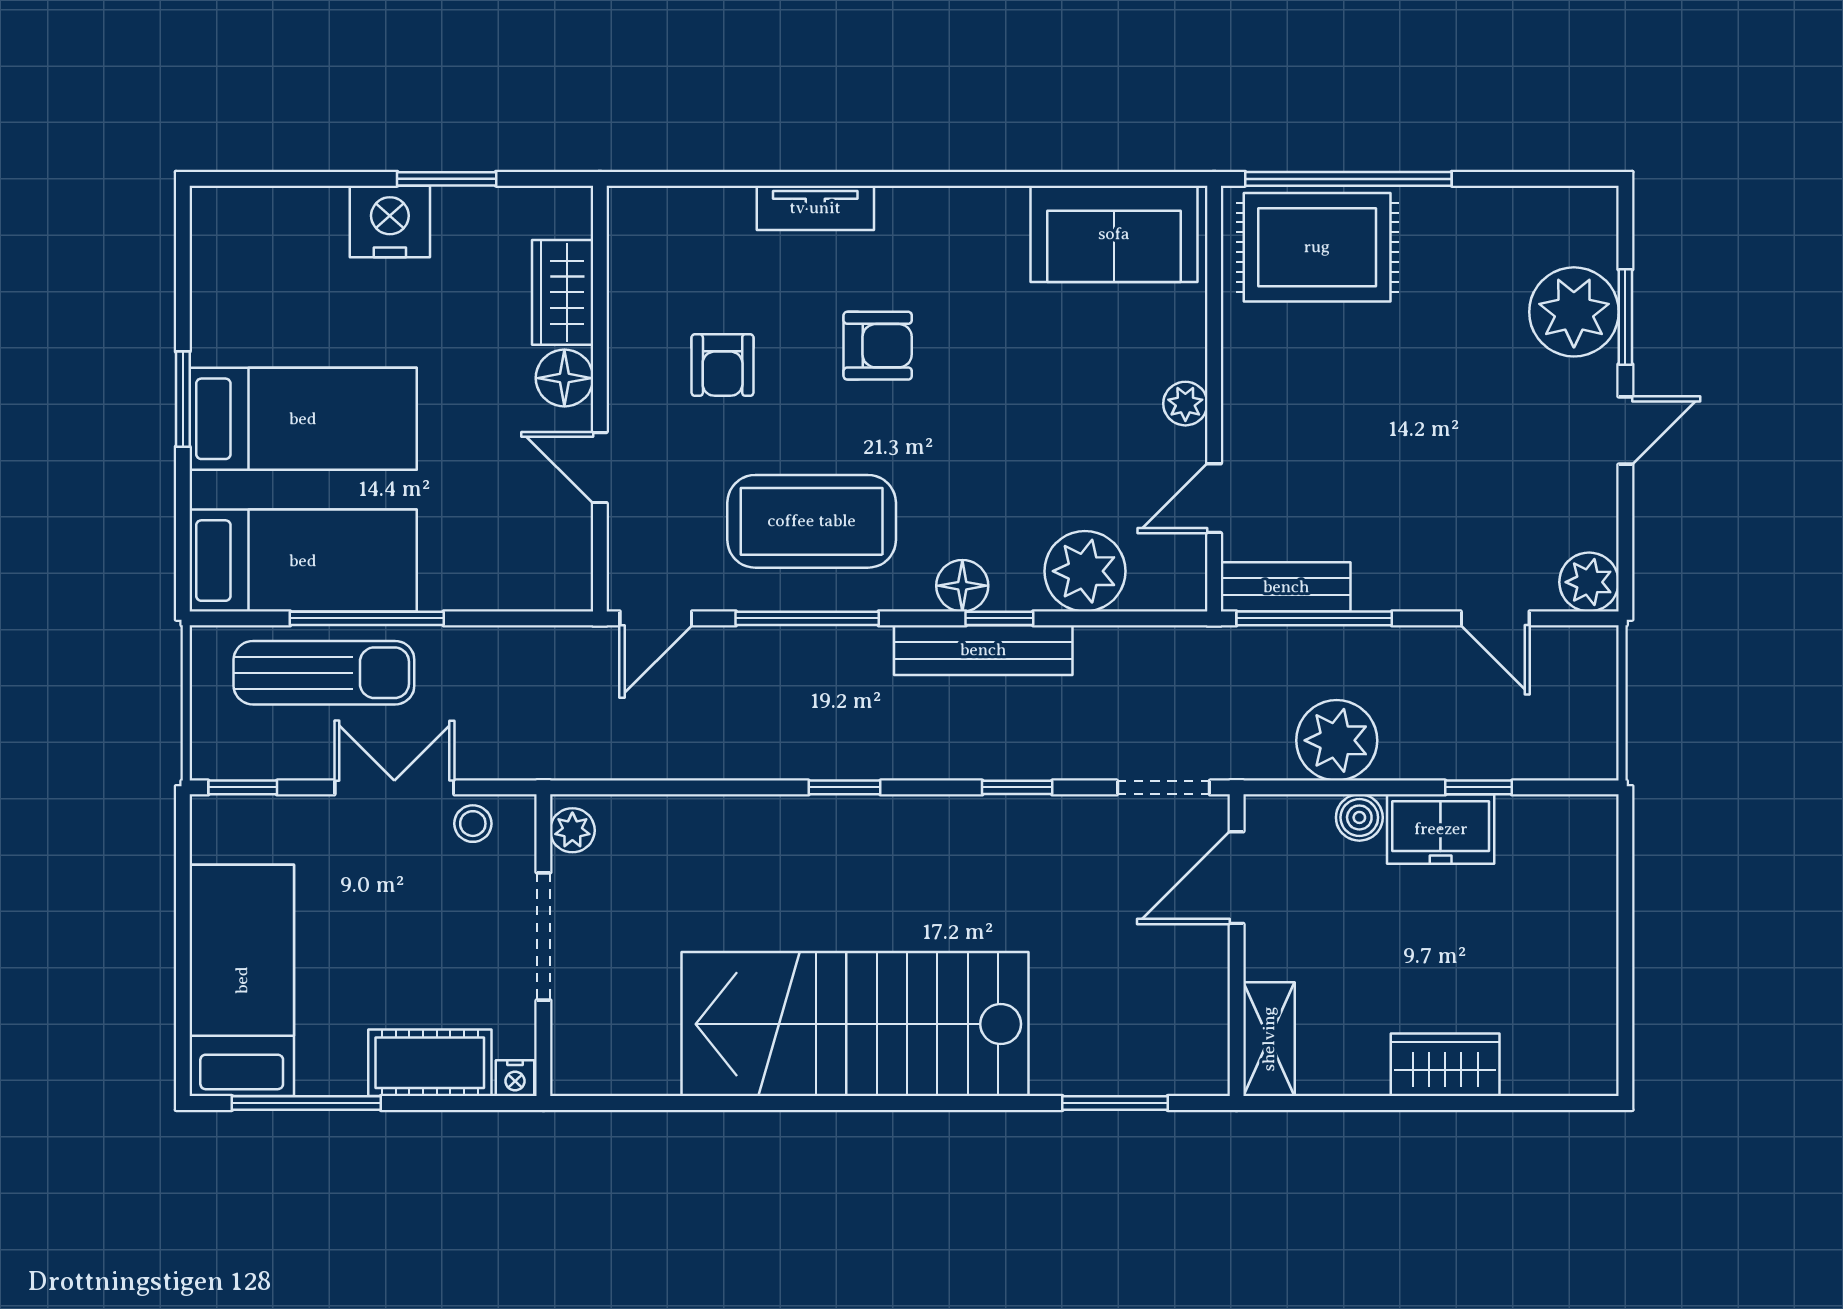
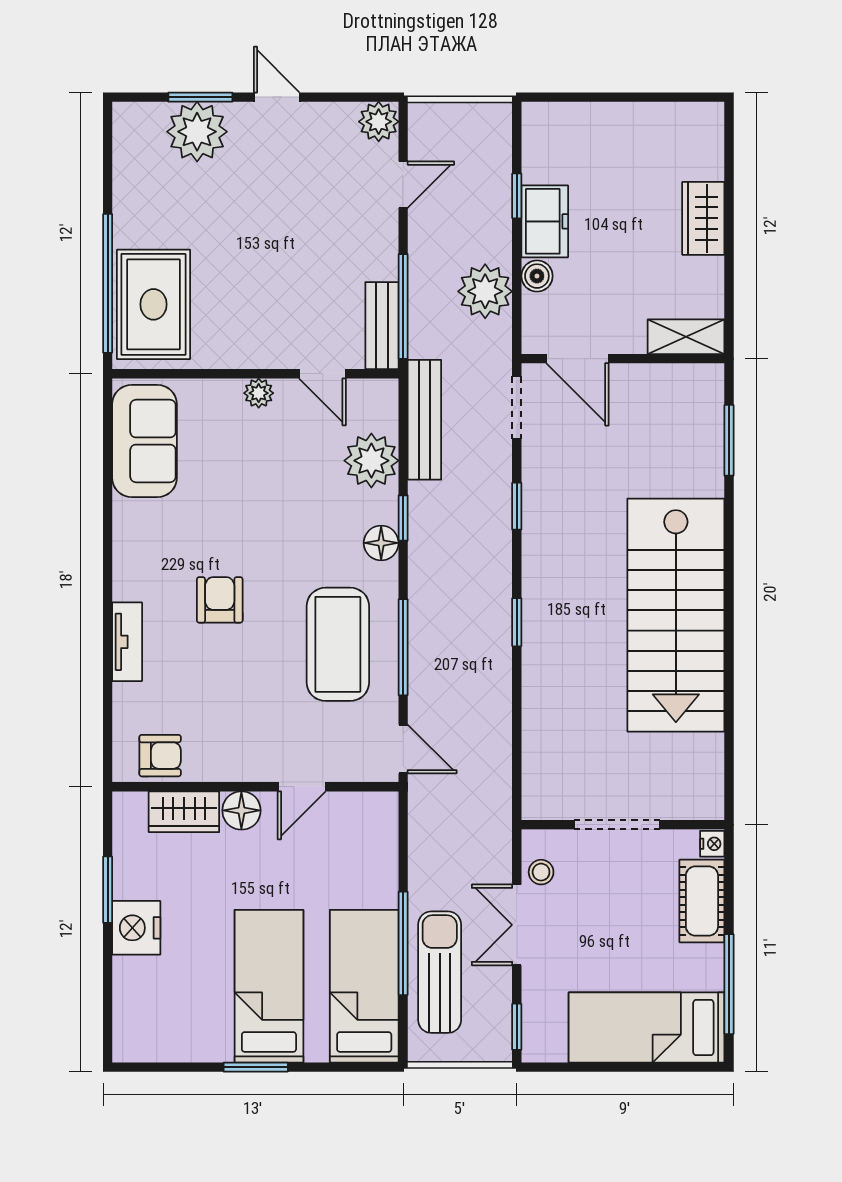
armchair: (723, 365) -> (160, 756), moved
bench: (983, 650) -> (424, 420), moved
plant: (572, 830) -> (546, 805), removed

